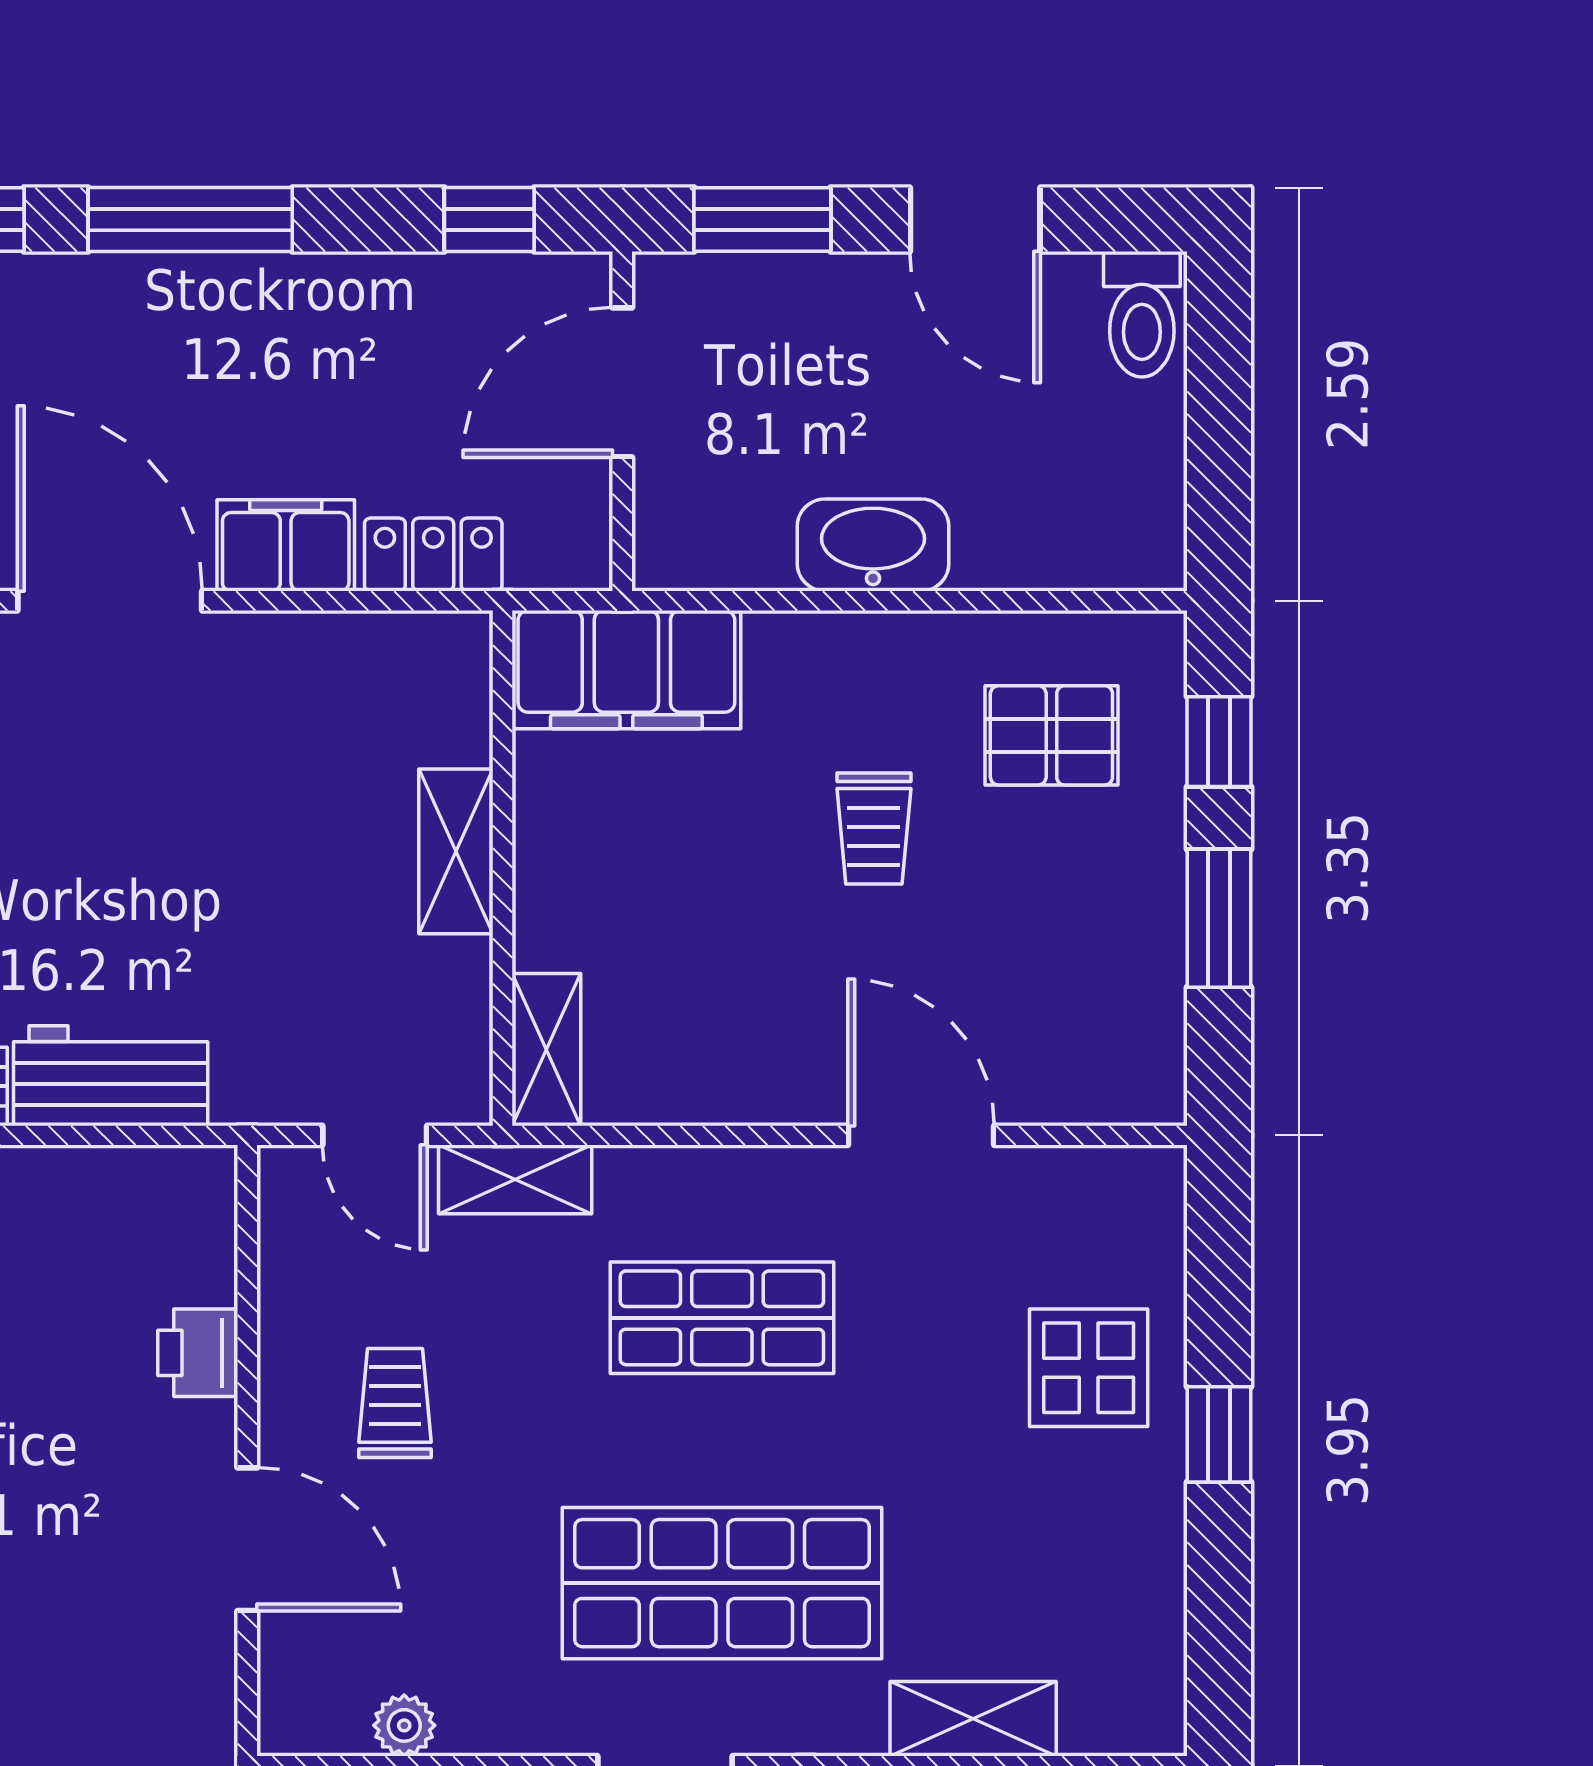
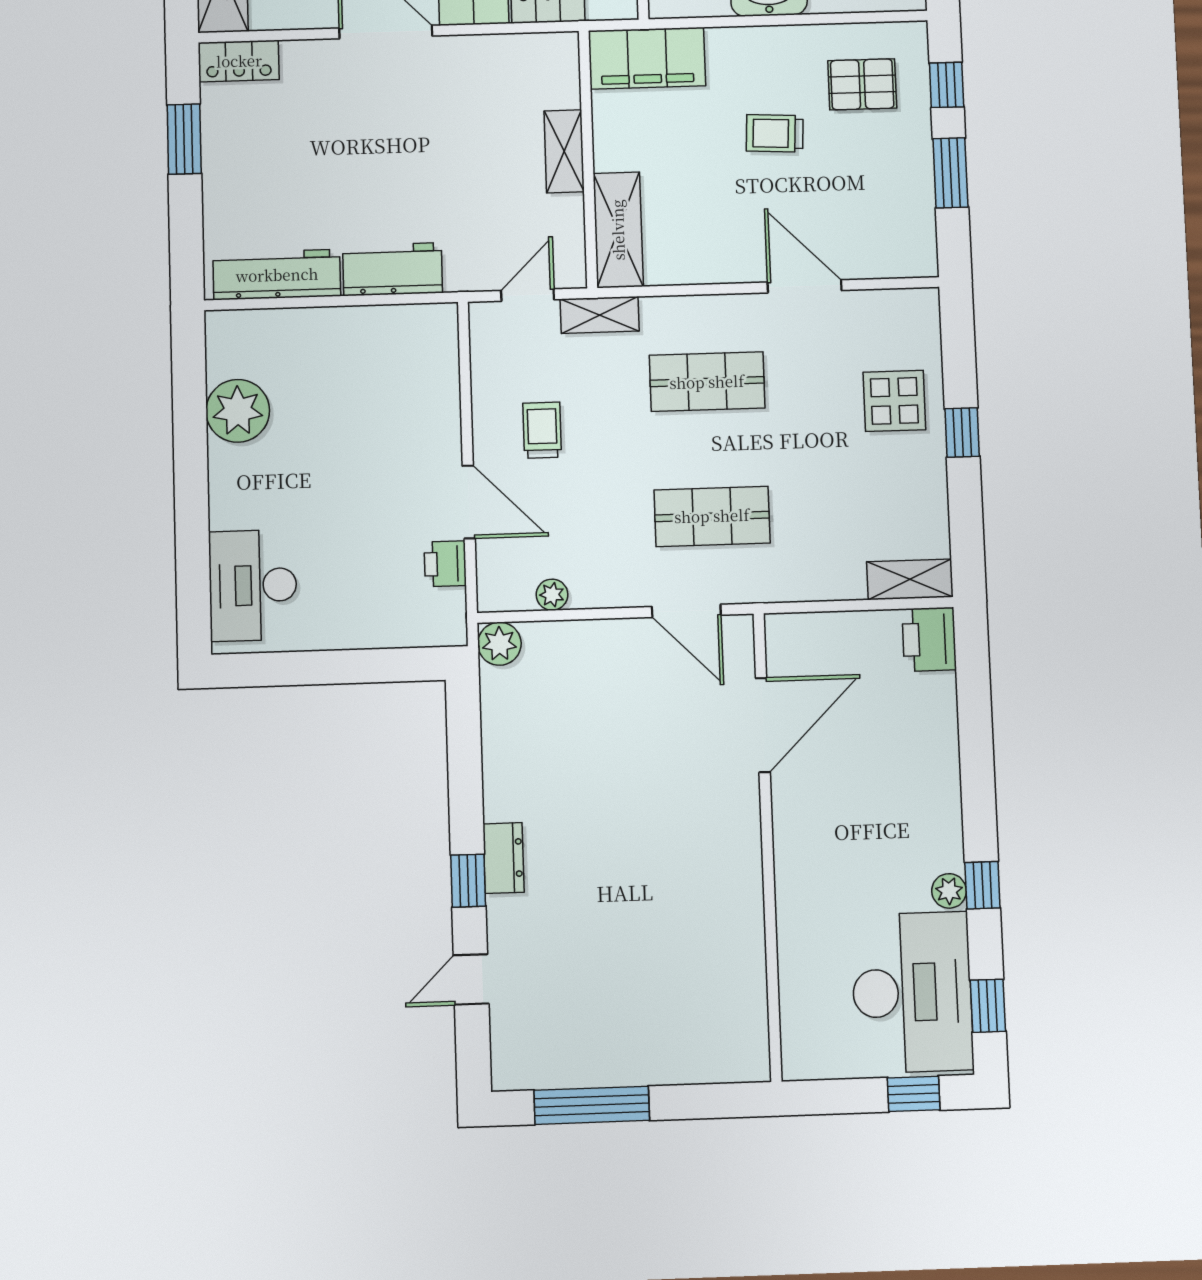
trolley: (874, 828) -> (775, 133), turned 93
shelving: (546, 1050) -> (618, 230), width x1.50, depth x1.33
door: (375, 1135) -> (528, 295), swing flipped
printer: (198, 1353) -> (445, 564), moved
shop shelf: (722, 1583) -> (712, 516), width x0.70, depth x0.74
shelving: (973, 1719) -> (910, 579), moved

